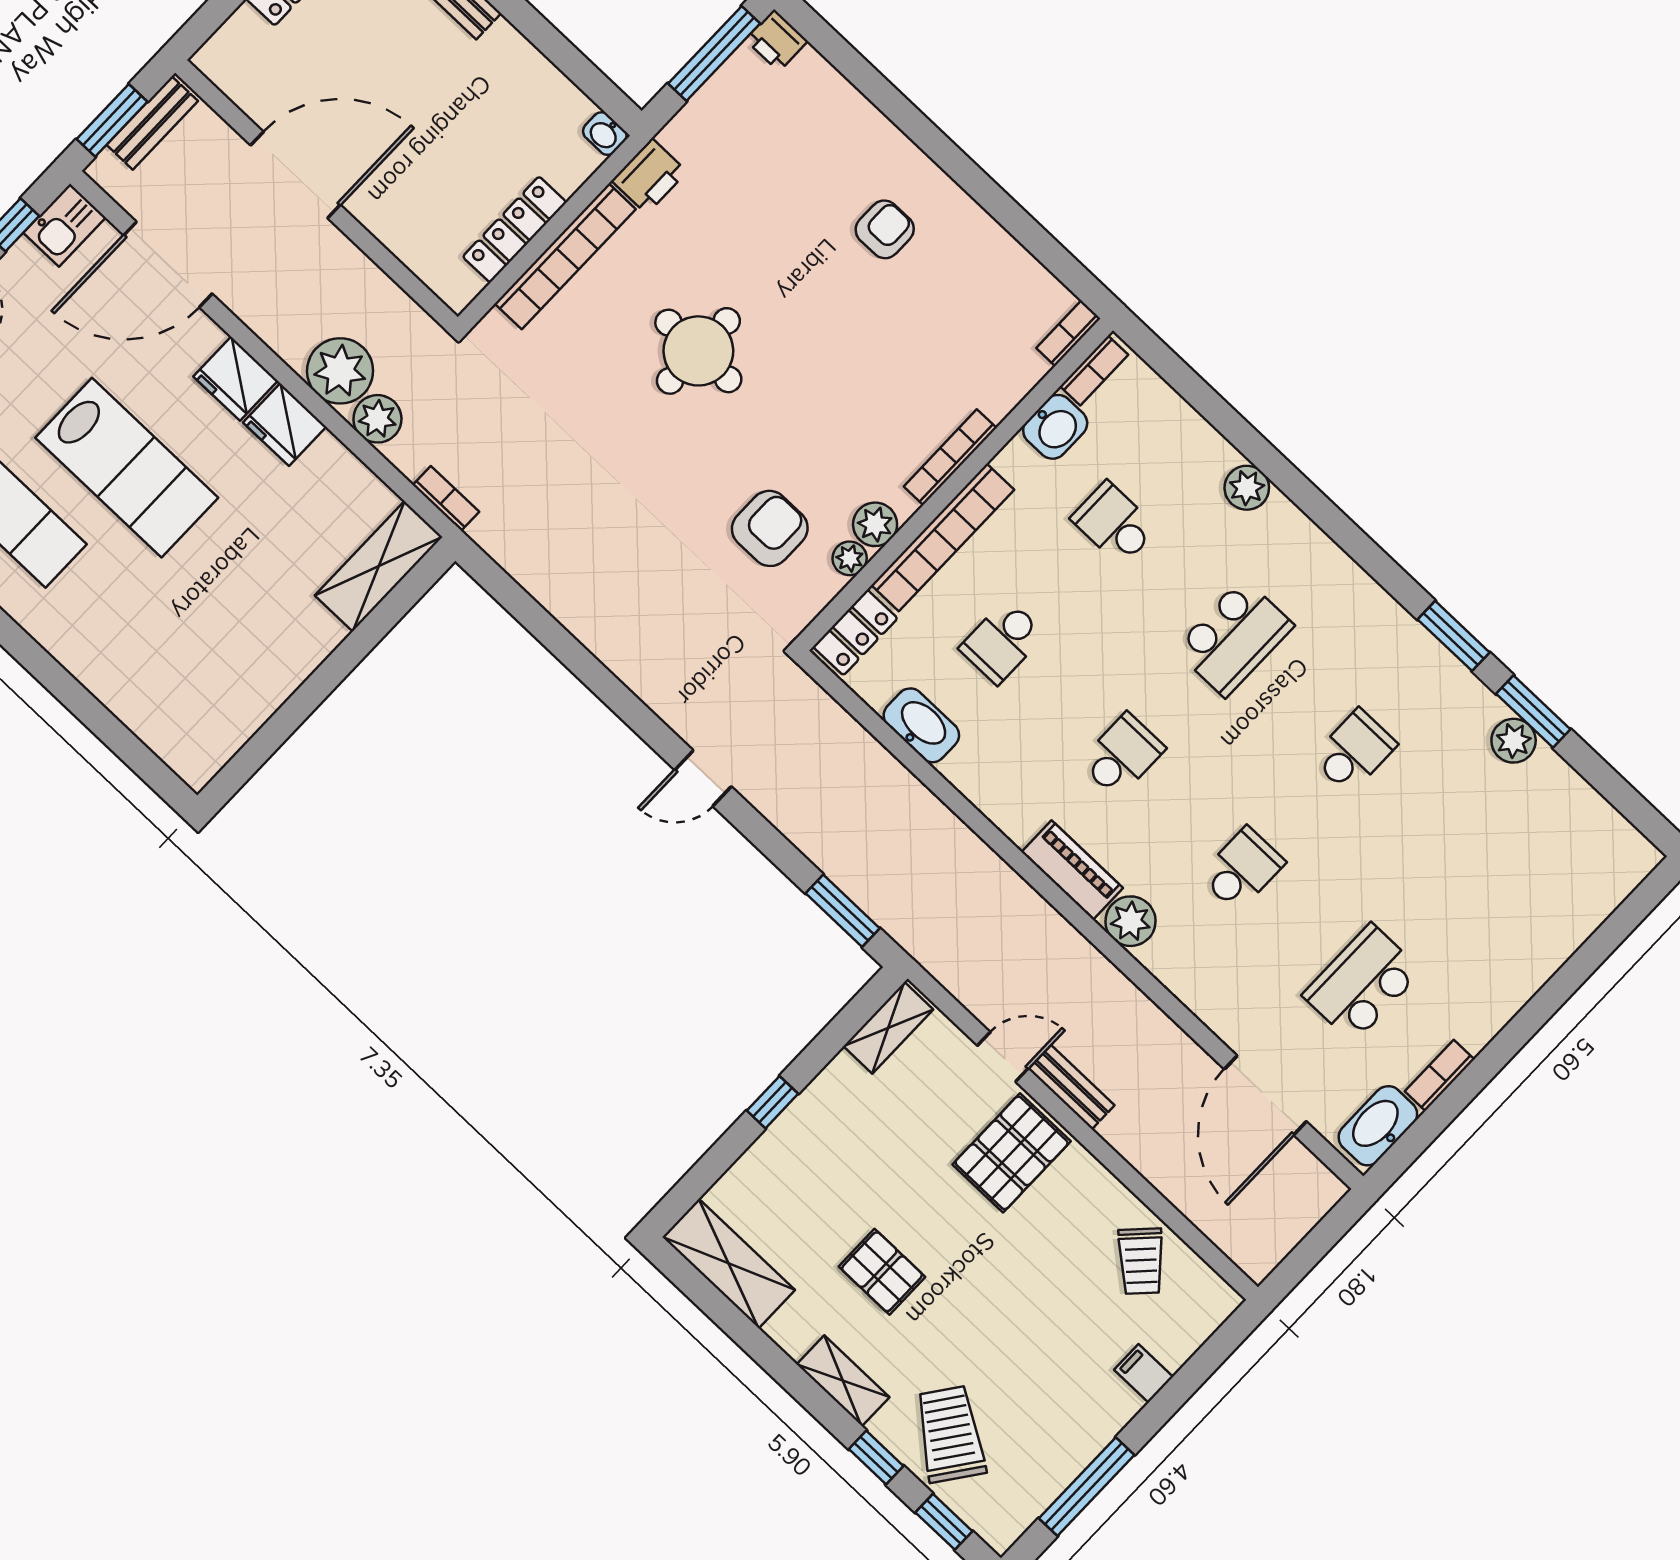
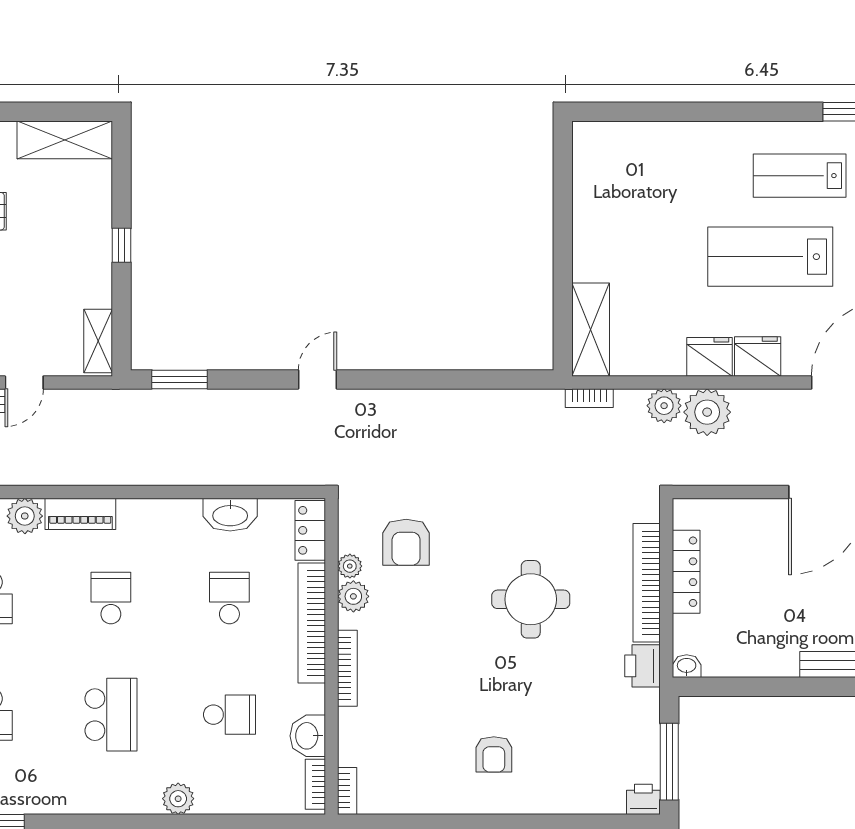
school desk: (1234, 637) -> (111, 715), turned 180
school desk: (1122, 755) -> (111, 598), turned 180

